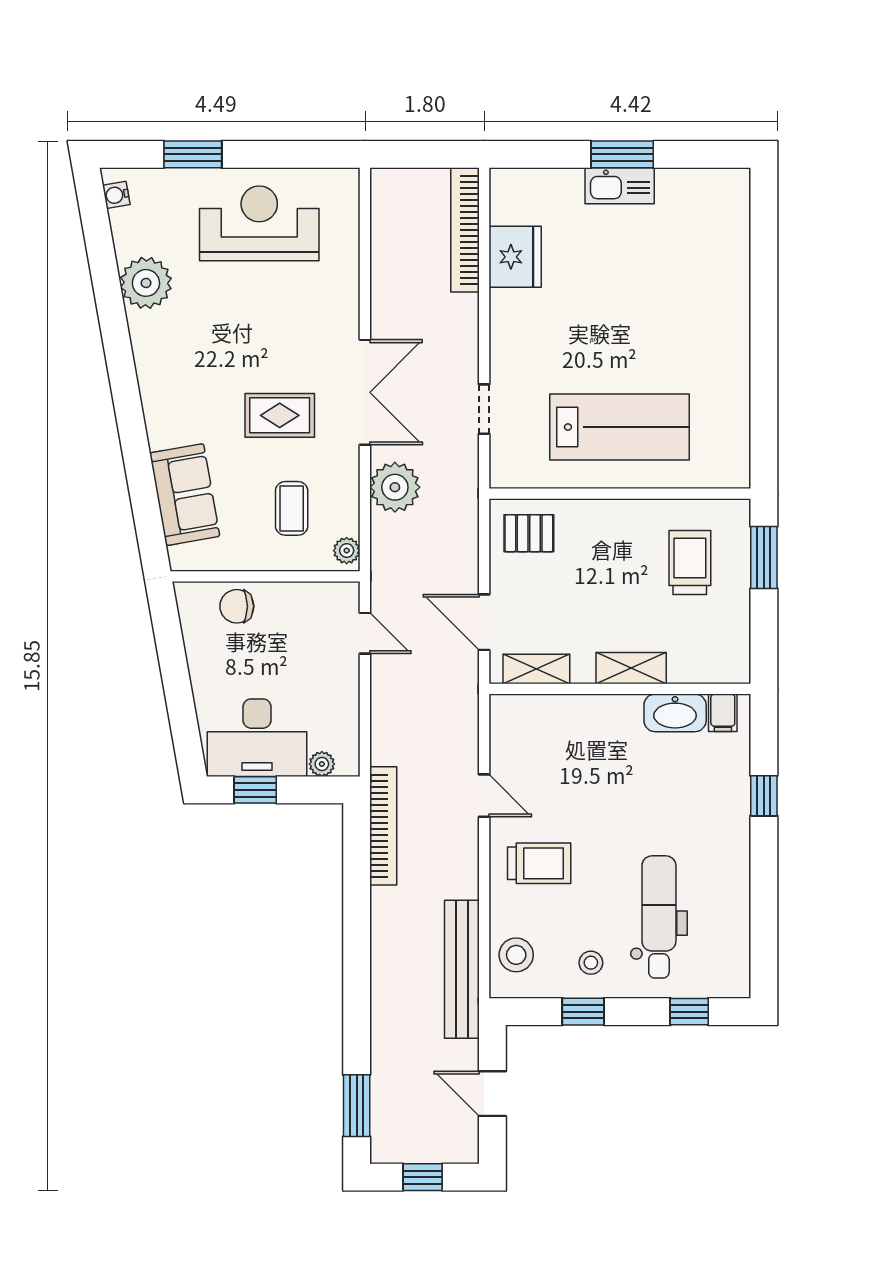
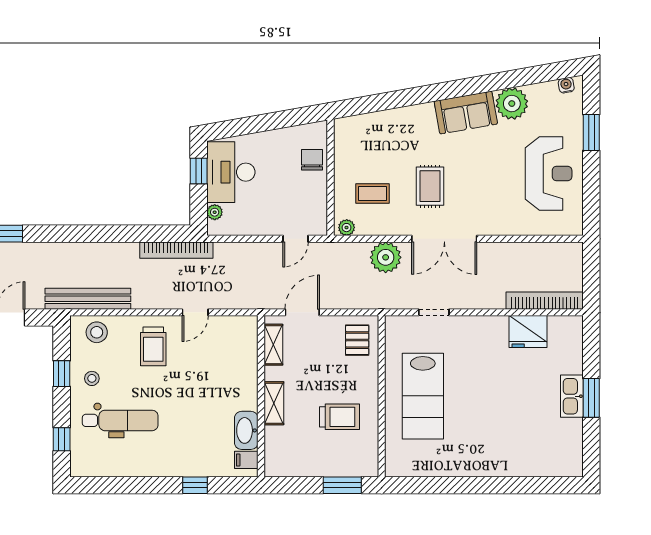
sofa: (185, 495) -> (466, 113), moved
trolley: (690, 562) -> (340, 417), moved

